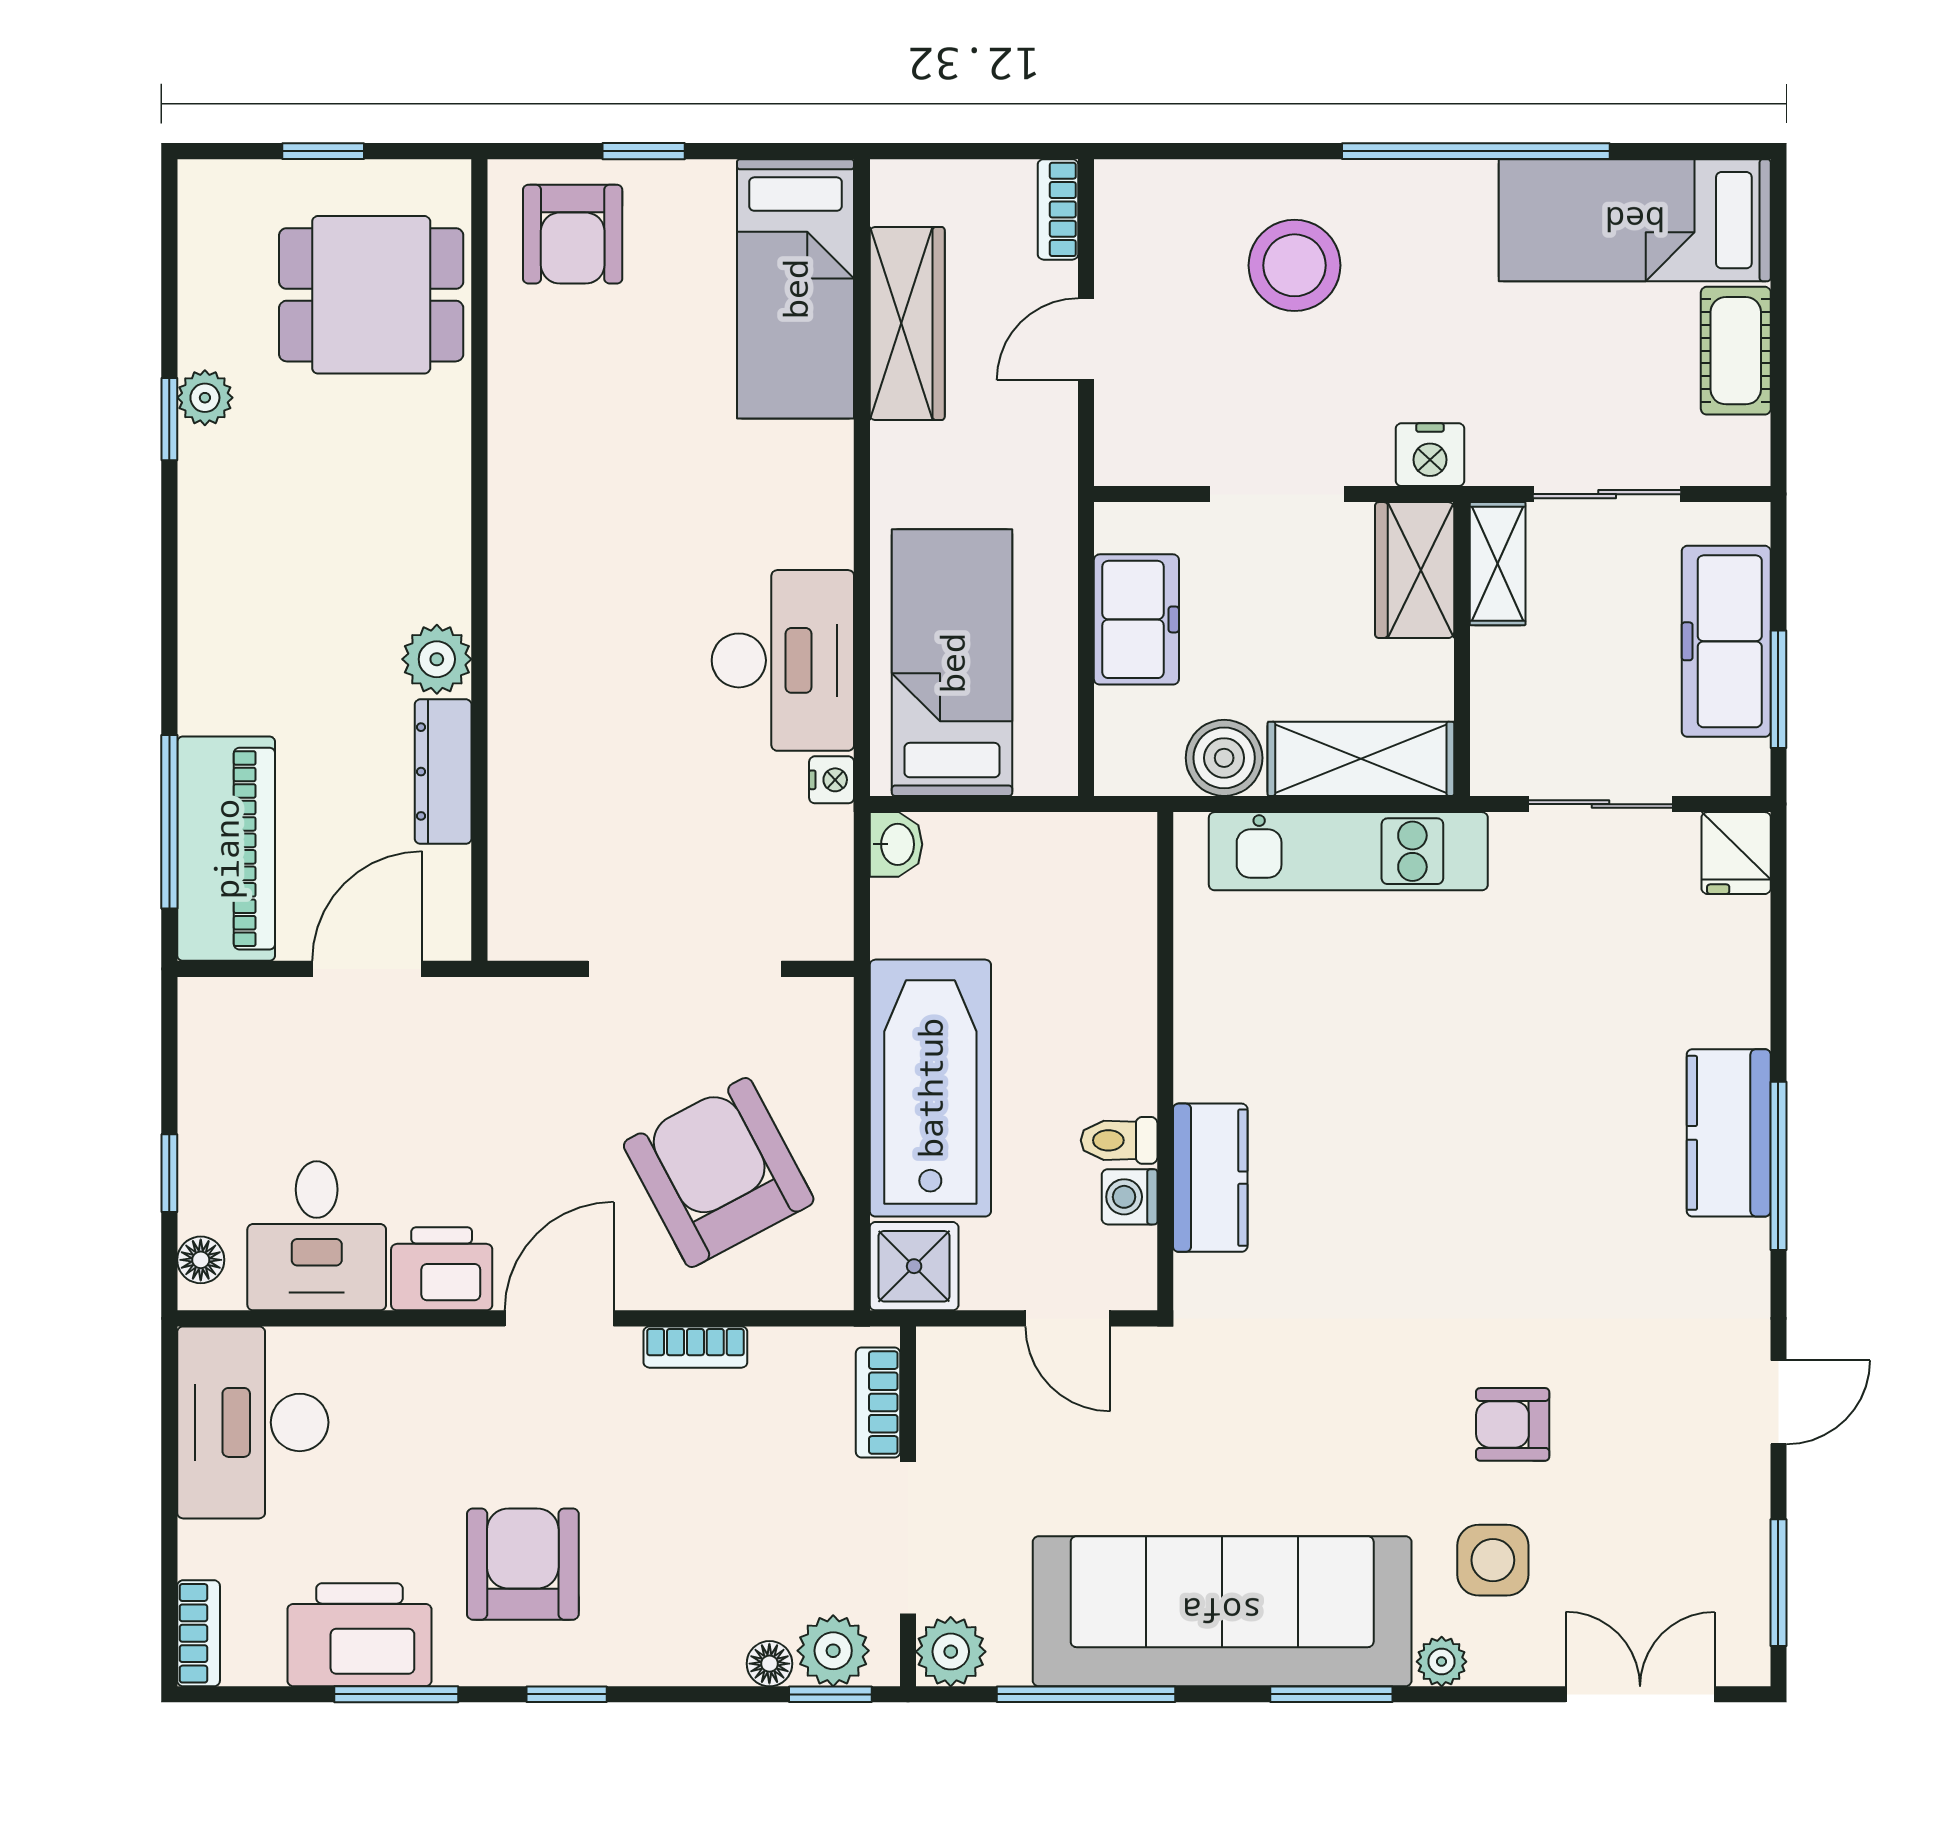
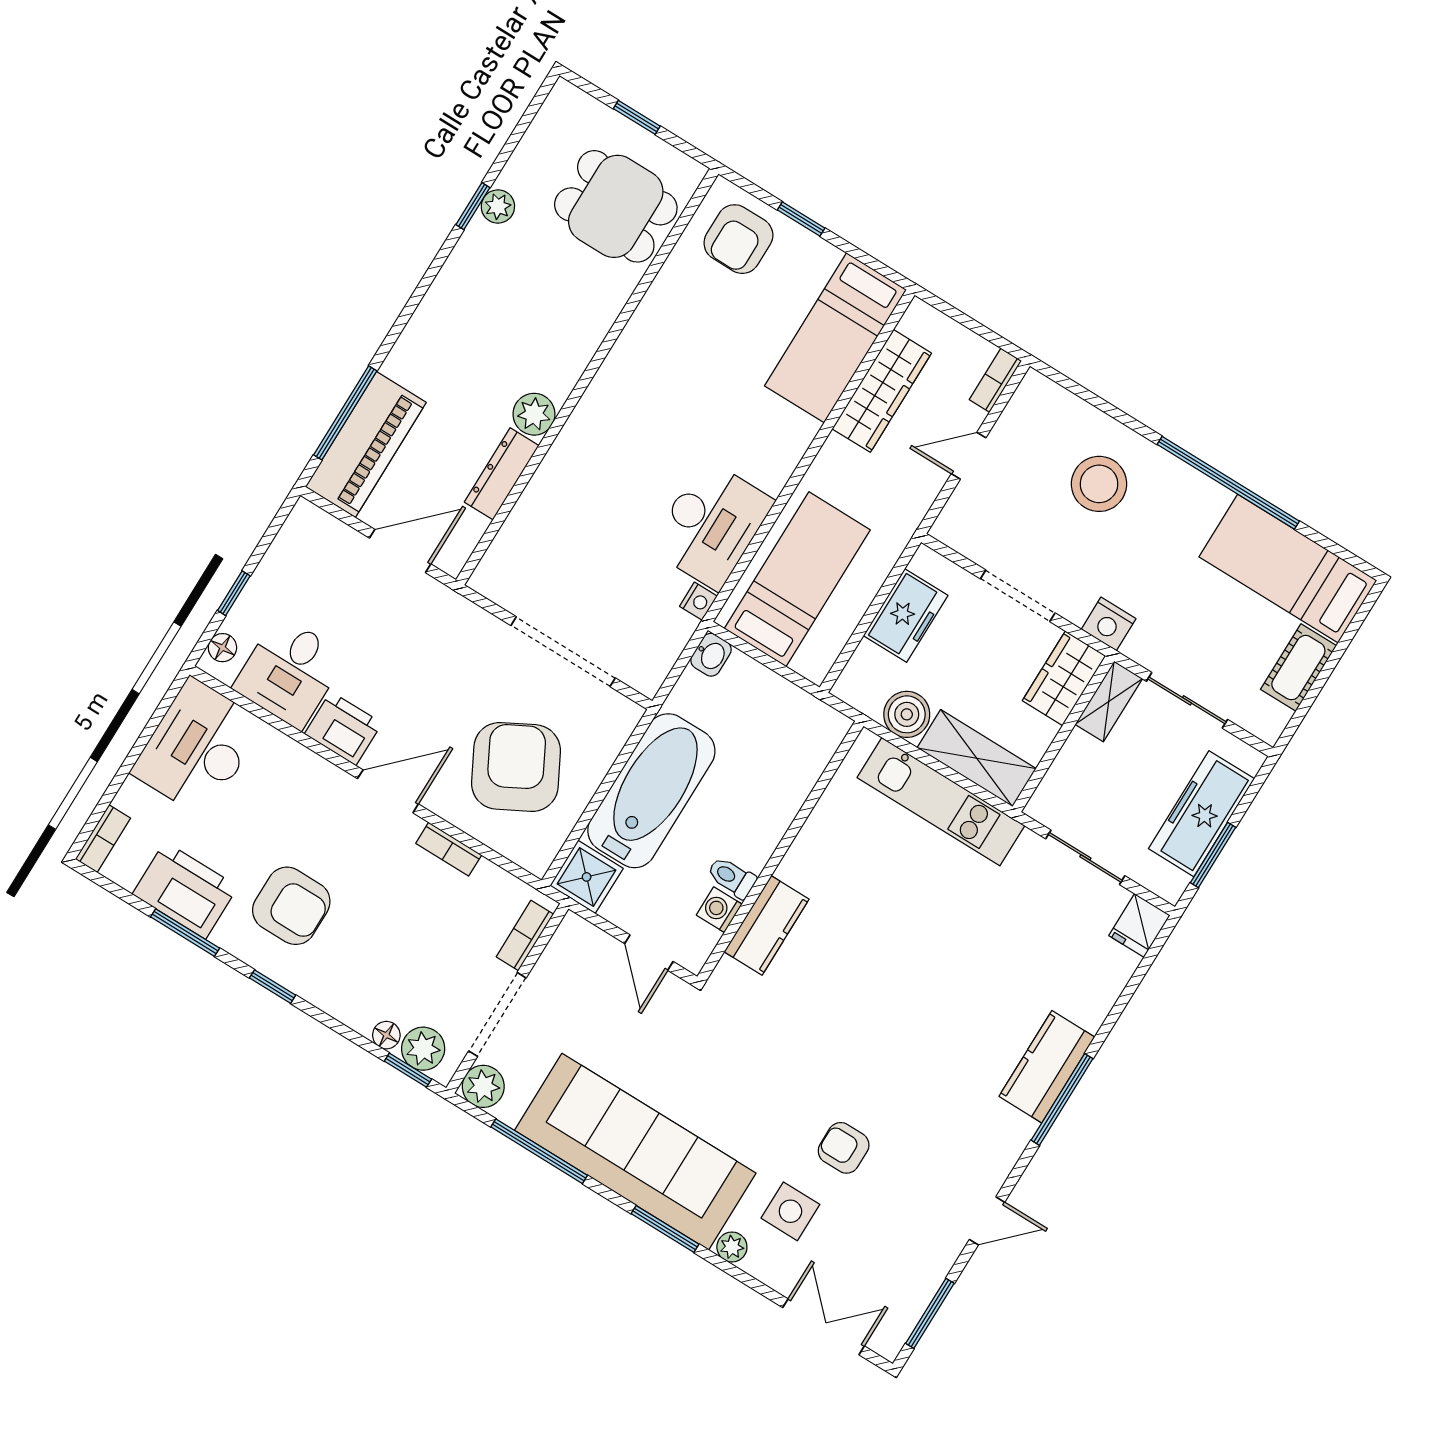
armchair: (523, 1564) -> (291, 906), turned 90

